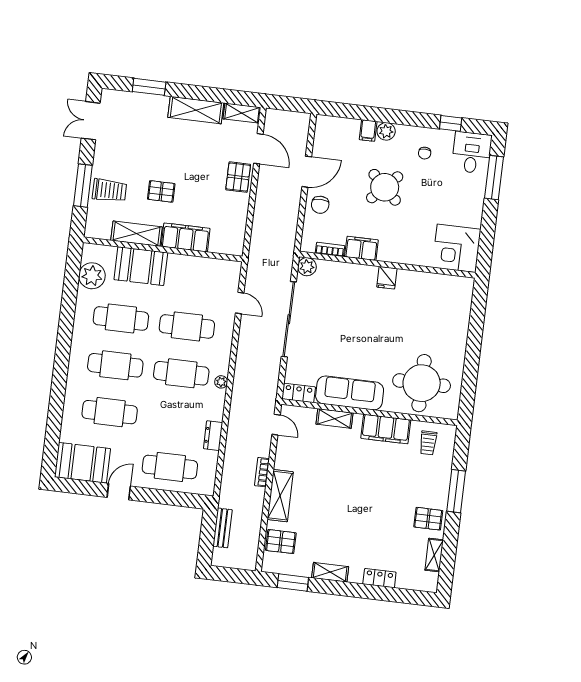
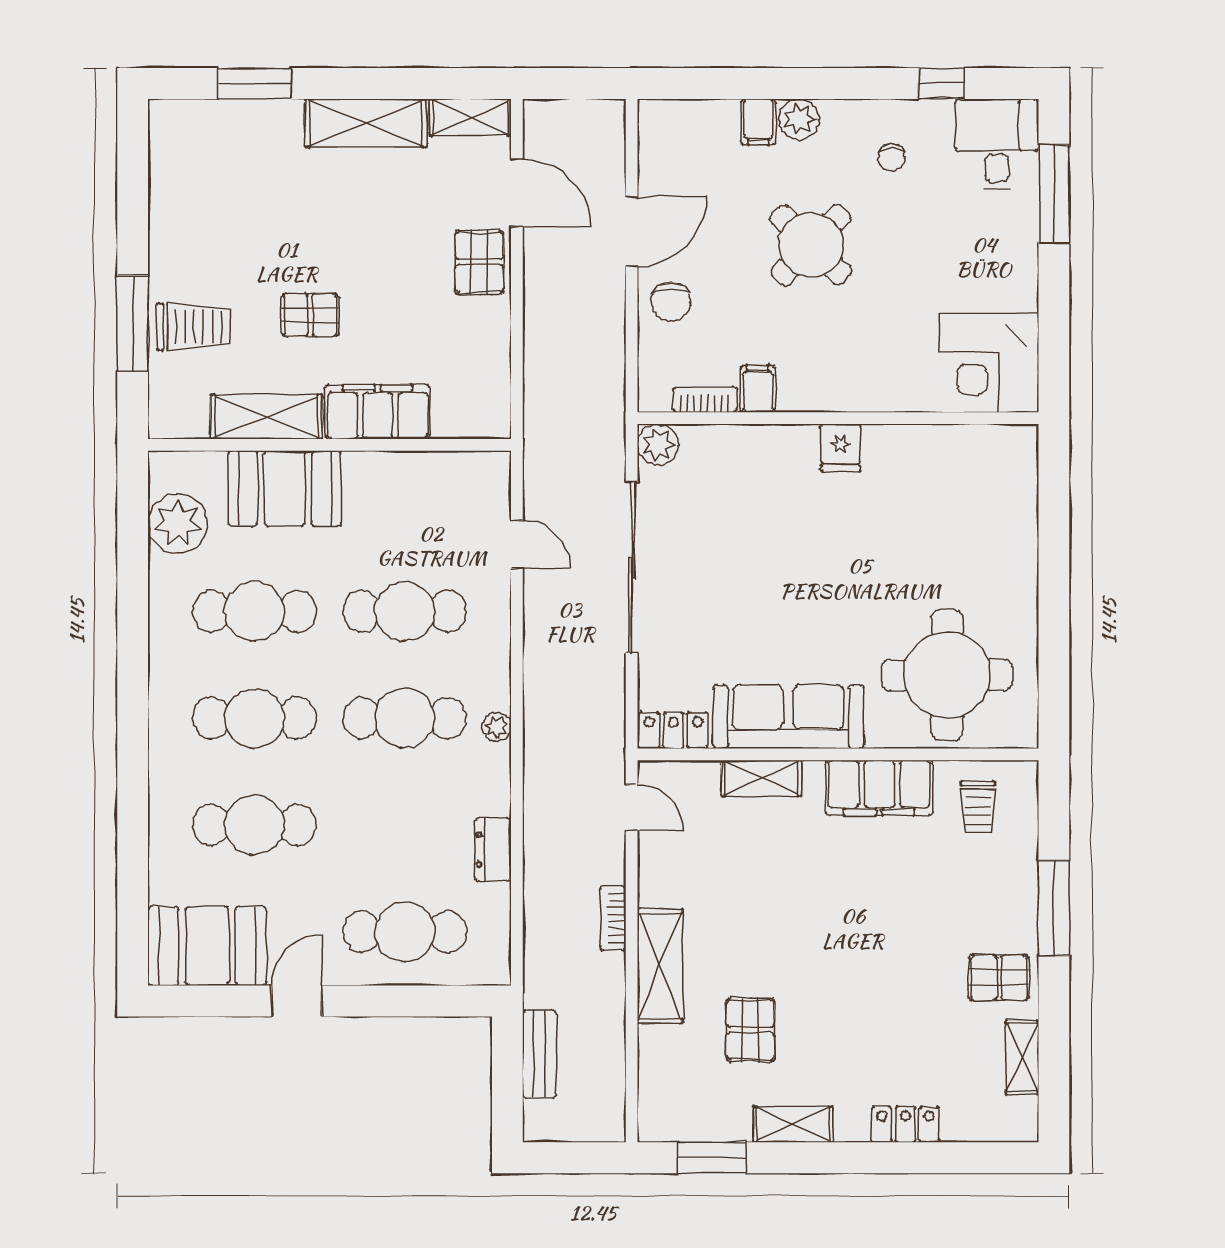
double door: (91, 121) -> (133, 175), removed
filing cabinet: (361, 248) -> (758, 389), width x0.50
pallet: (281, 542) -> (750, 1030), moved, turned 90

